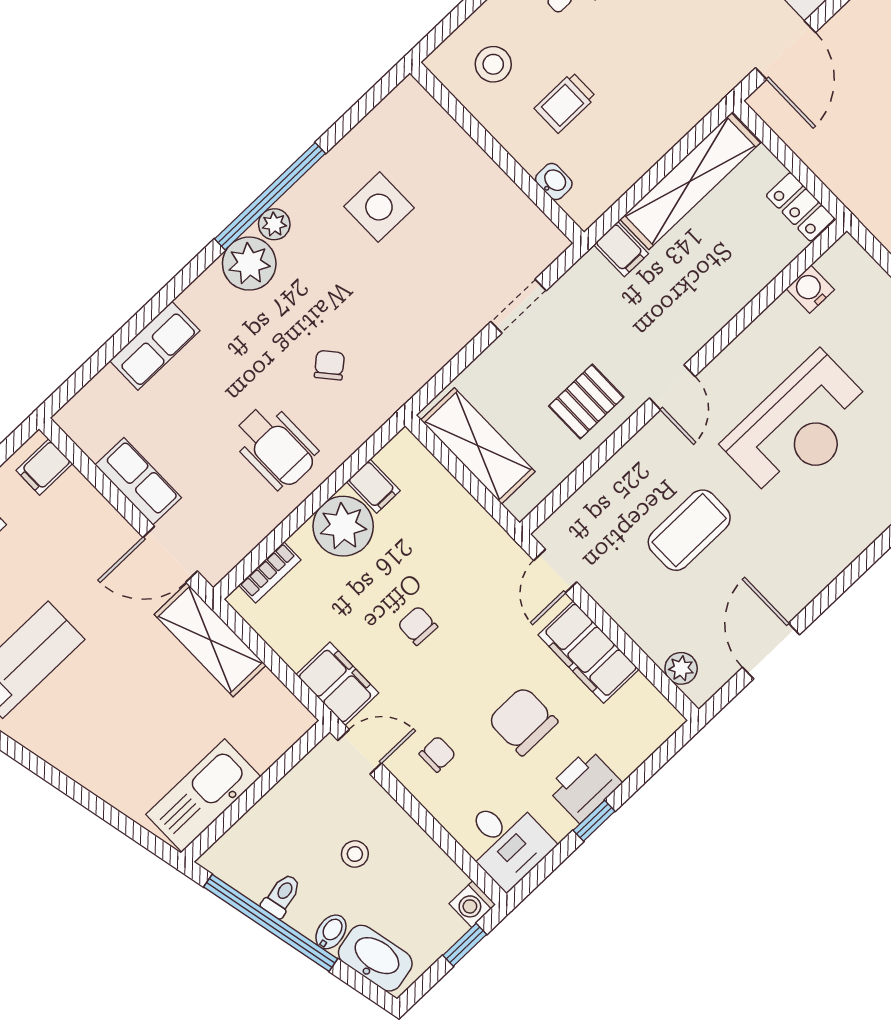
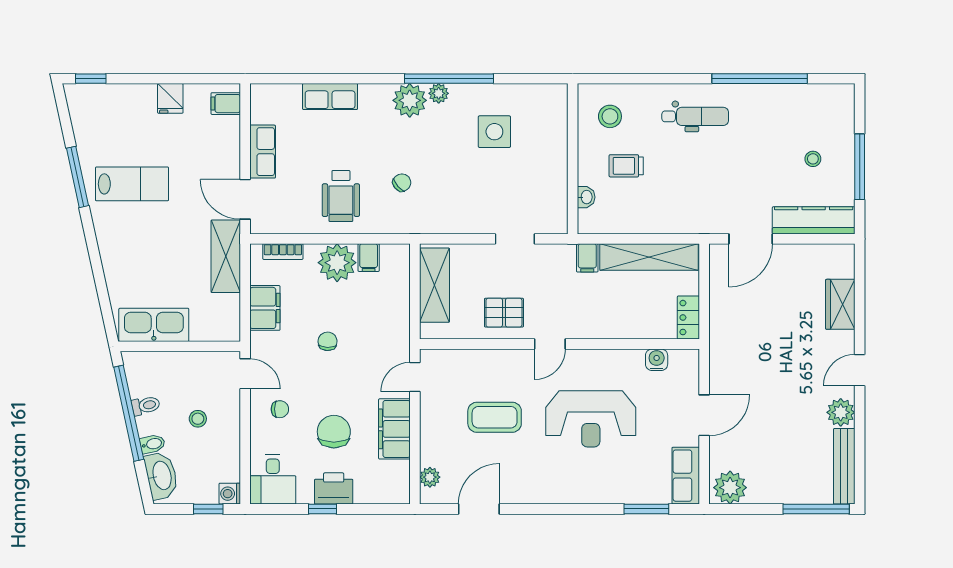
filing cabinet: (337, 684) -> (265, 308), moved

